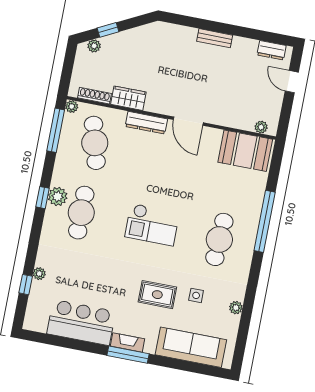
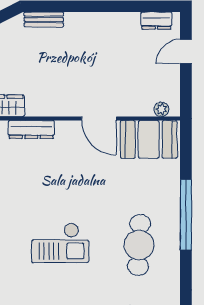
bench: (215, 38) -> (44, 19), moved
door: (292, 82) -> (186, 51), hinge flipped
door: (188, 121) -> (99, 119), moved

